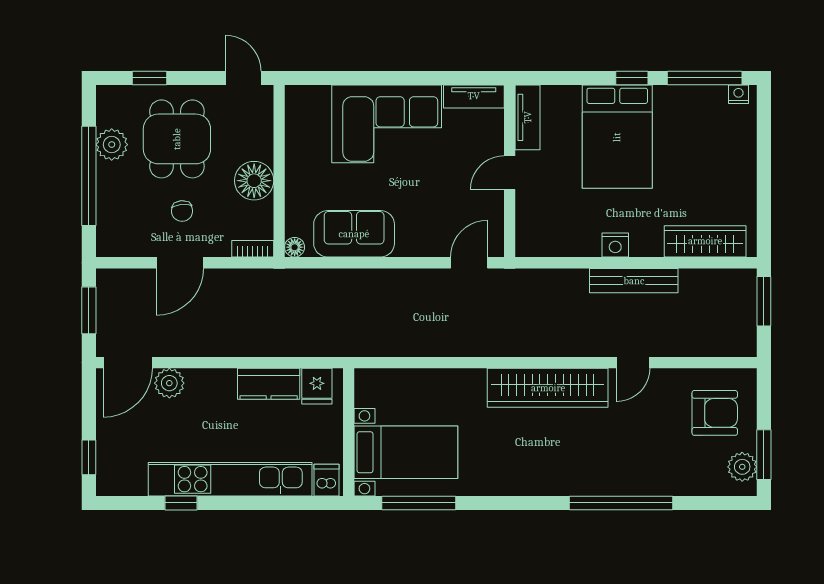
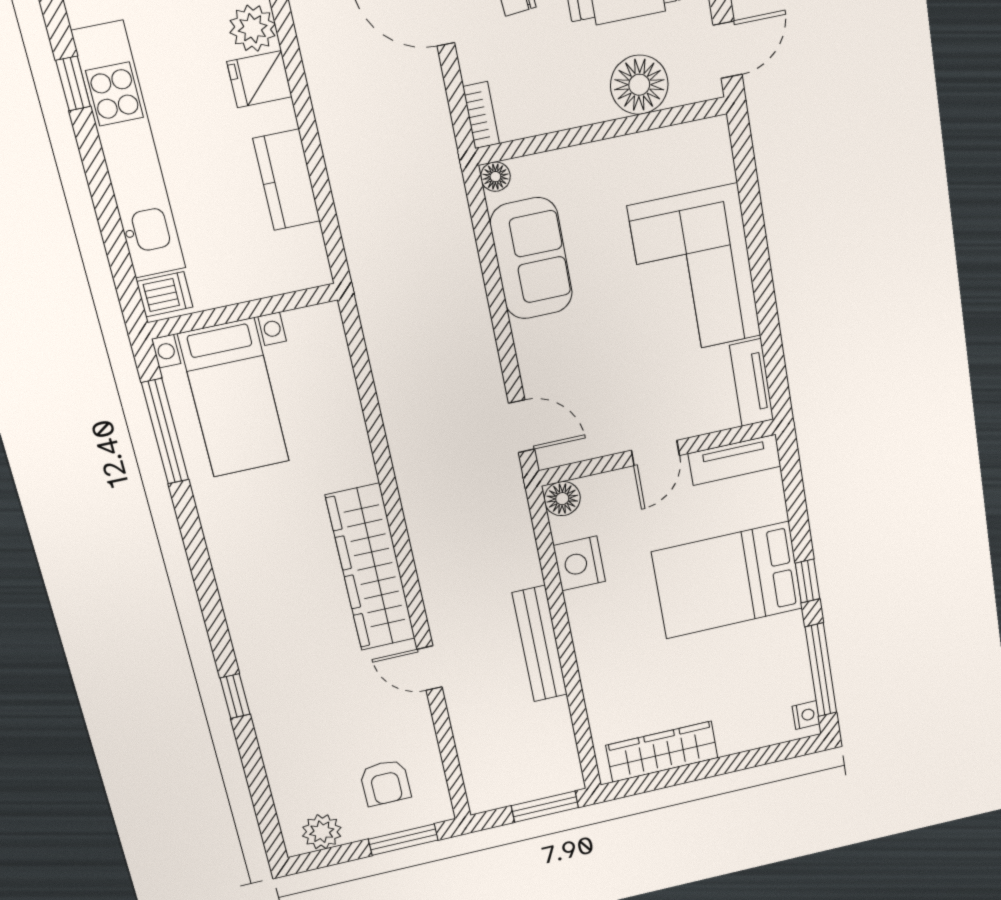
door: (510, 173) -> (655, 453), swing flipped
floor lamp: (254, 181) -> (639, 85), moved
wardrobe: (705, 241) -> (662, 752), moved, turned -90
floor lamp: (528, 244) -> (562, 499), added
nightstand: (615, 245) -> (579, 563), moved, width x1.36, depth x1.33
fridge: (317, 386) -> (260, 79), moved
armchair: (715, 413) -> (385, 783), width x0.72, depth x0.72
window: (764, 455) -> (403, 840), moved
window: (621, 503) -> (235, 696), width x0.32

